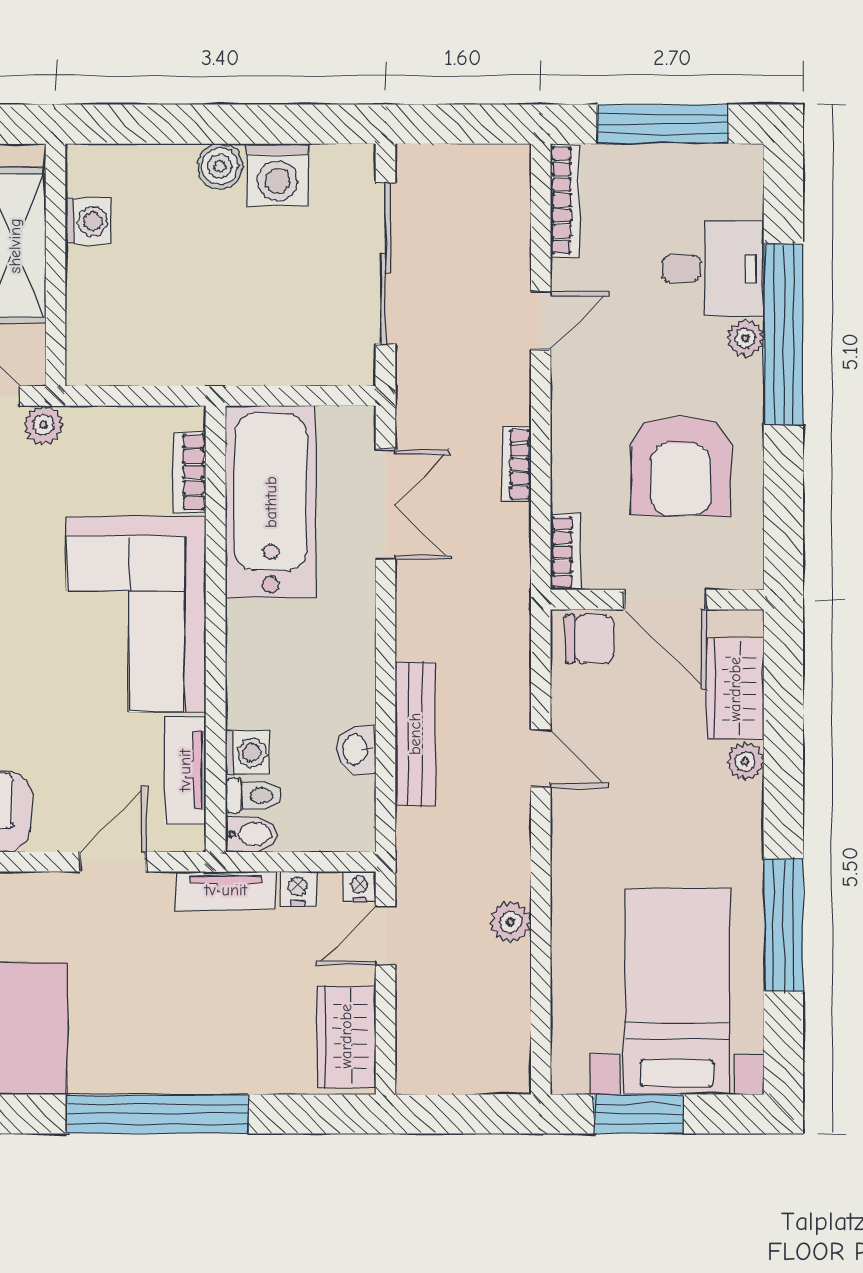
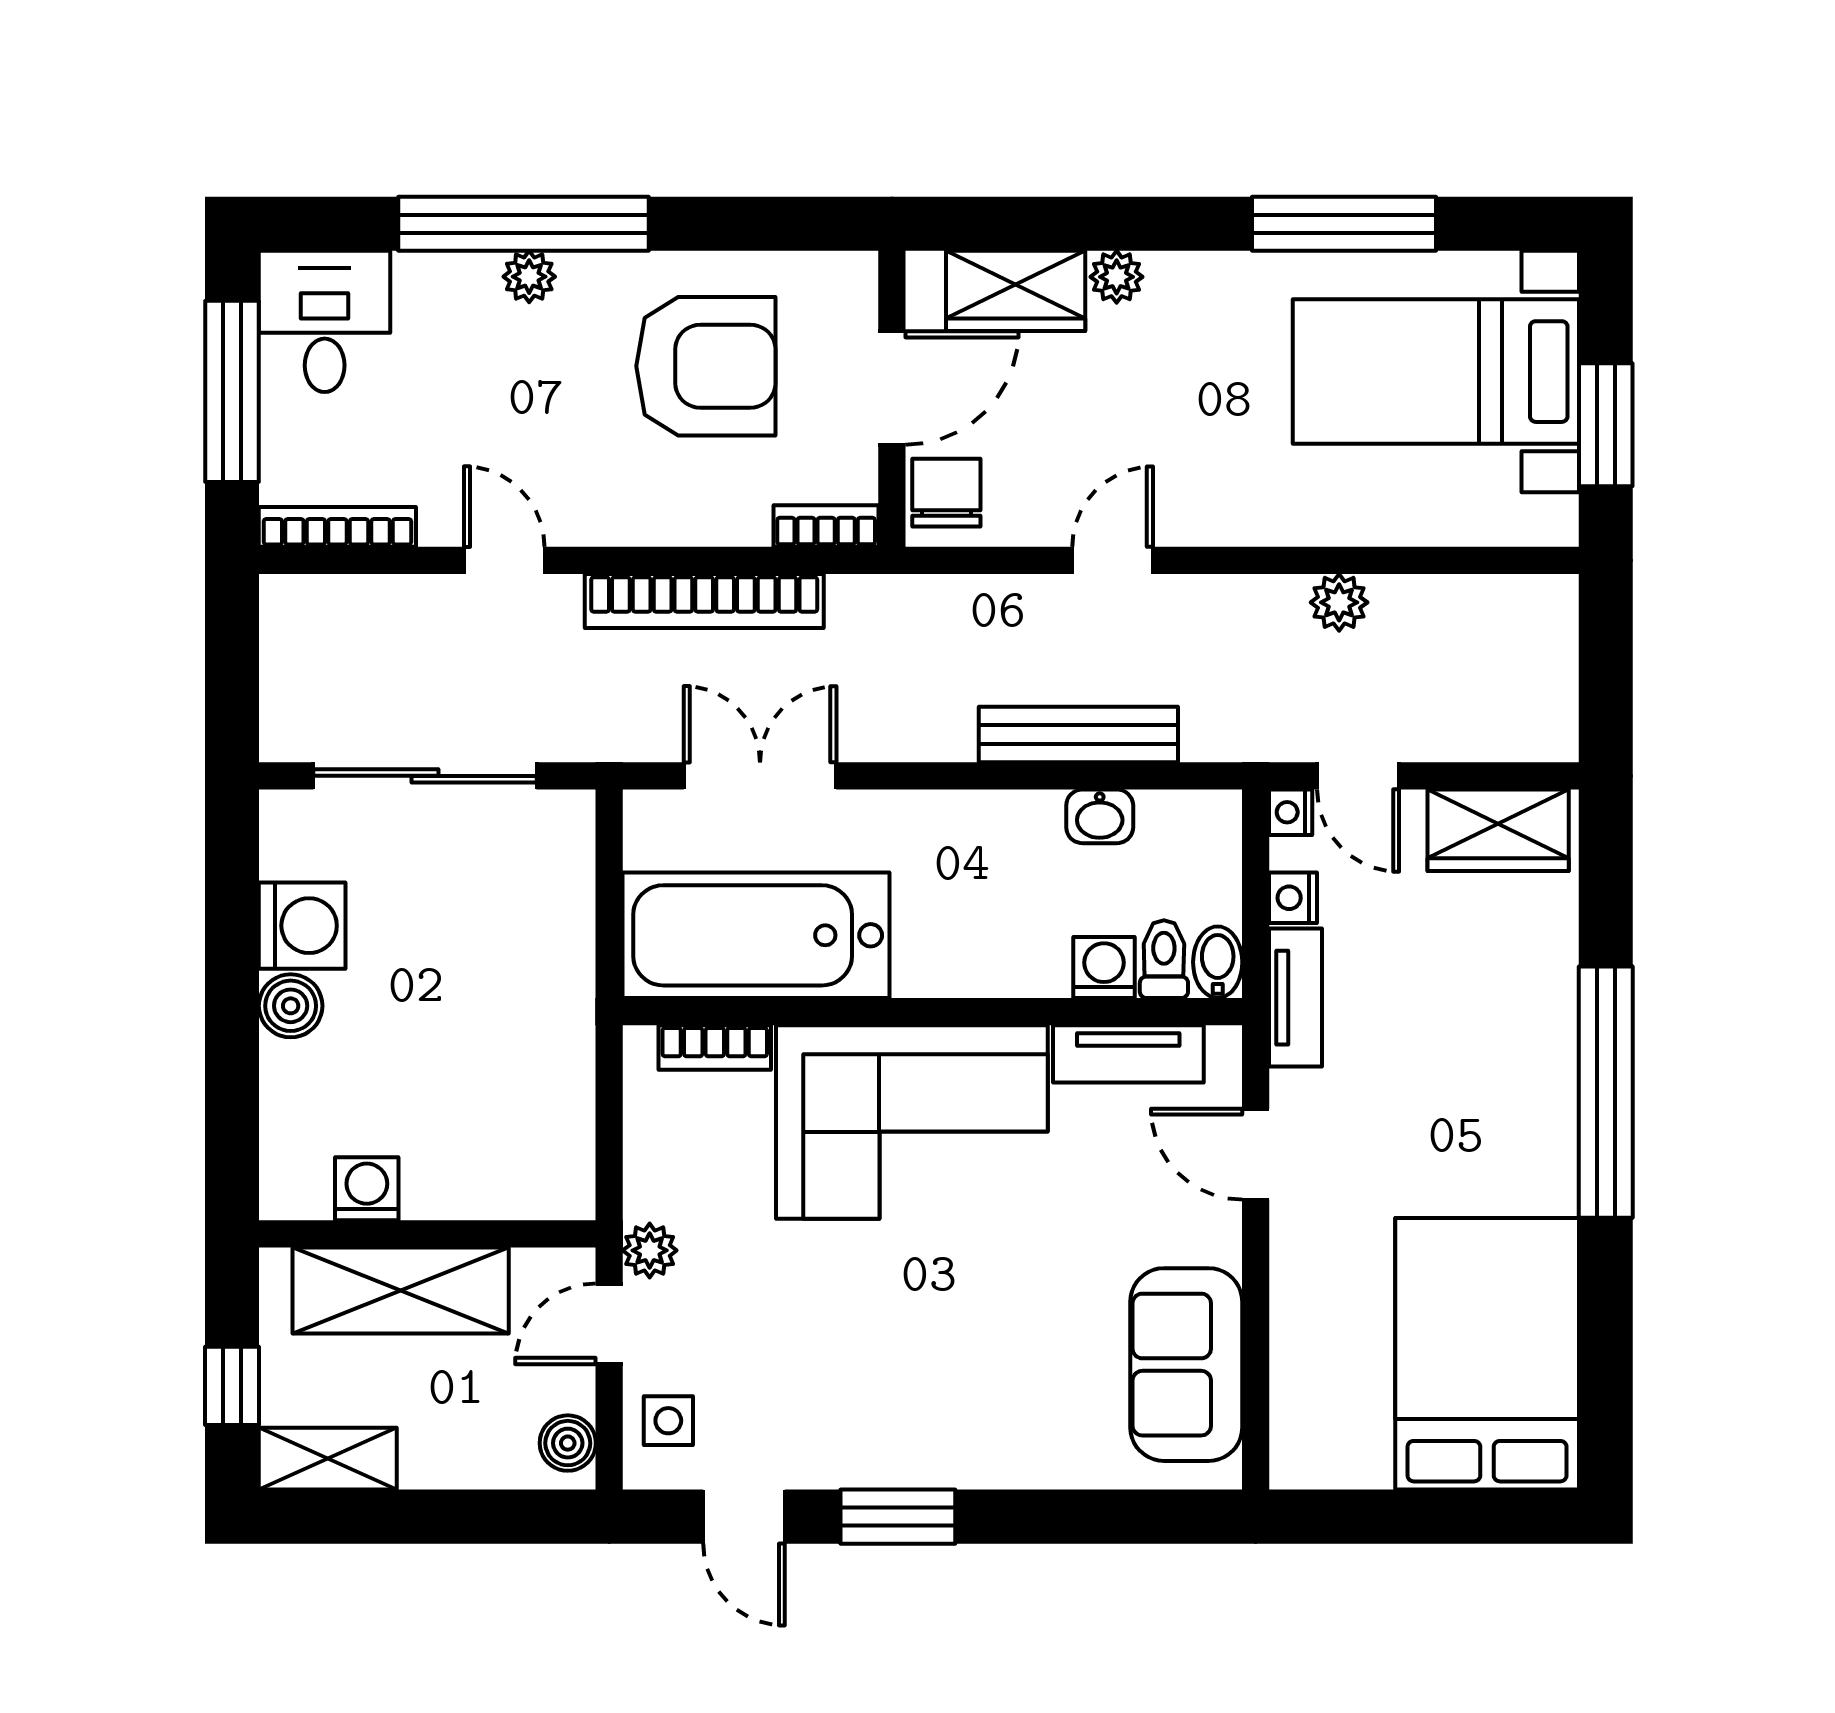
desk: (713, 268) -> (325, 321), moved
bookcase: (516, 464) -> (704, 601), width x2.31, depth x1.31

